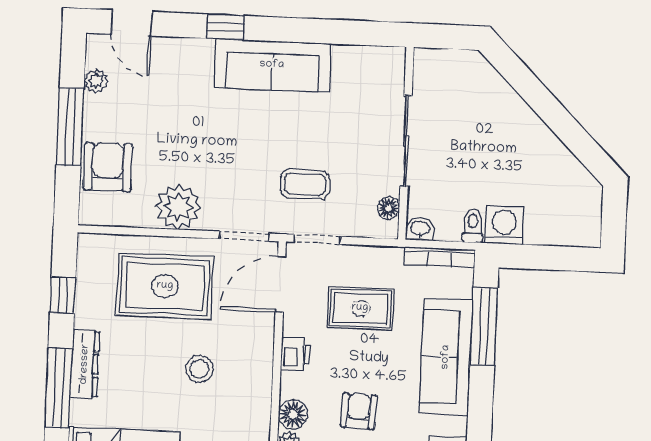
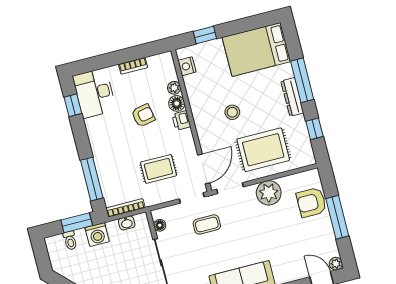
plant: (96, 81) -> (336, 264), moved
armchair: (108, 167) -> (311, 202), turned 90
toilet: (473, 226) -> (70, 240), moved
washbasin: (420, 229) -> (127, 223), moved
window: (534, 257) -> (77, 223), added
printer: (295, 355) -> (181, 121), moved
sofa: (446, 357) -> (107, 157), removed
armchair: (359, 411) -> (143, 115), turned -104

